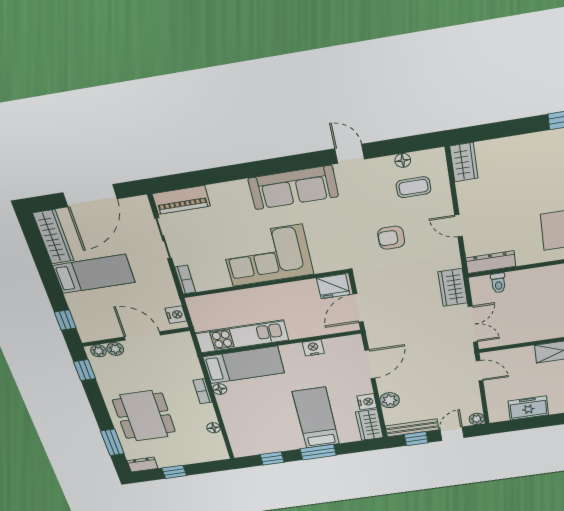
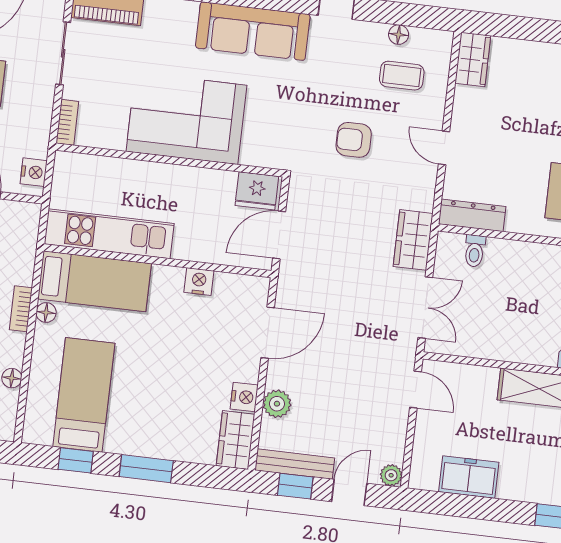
bed: (316, 418) -> (84, 395), moved

